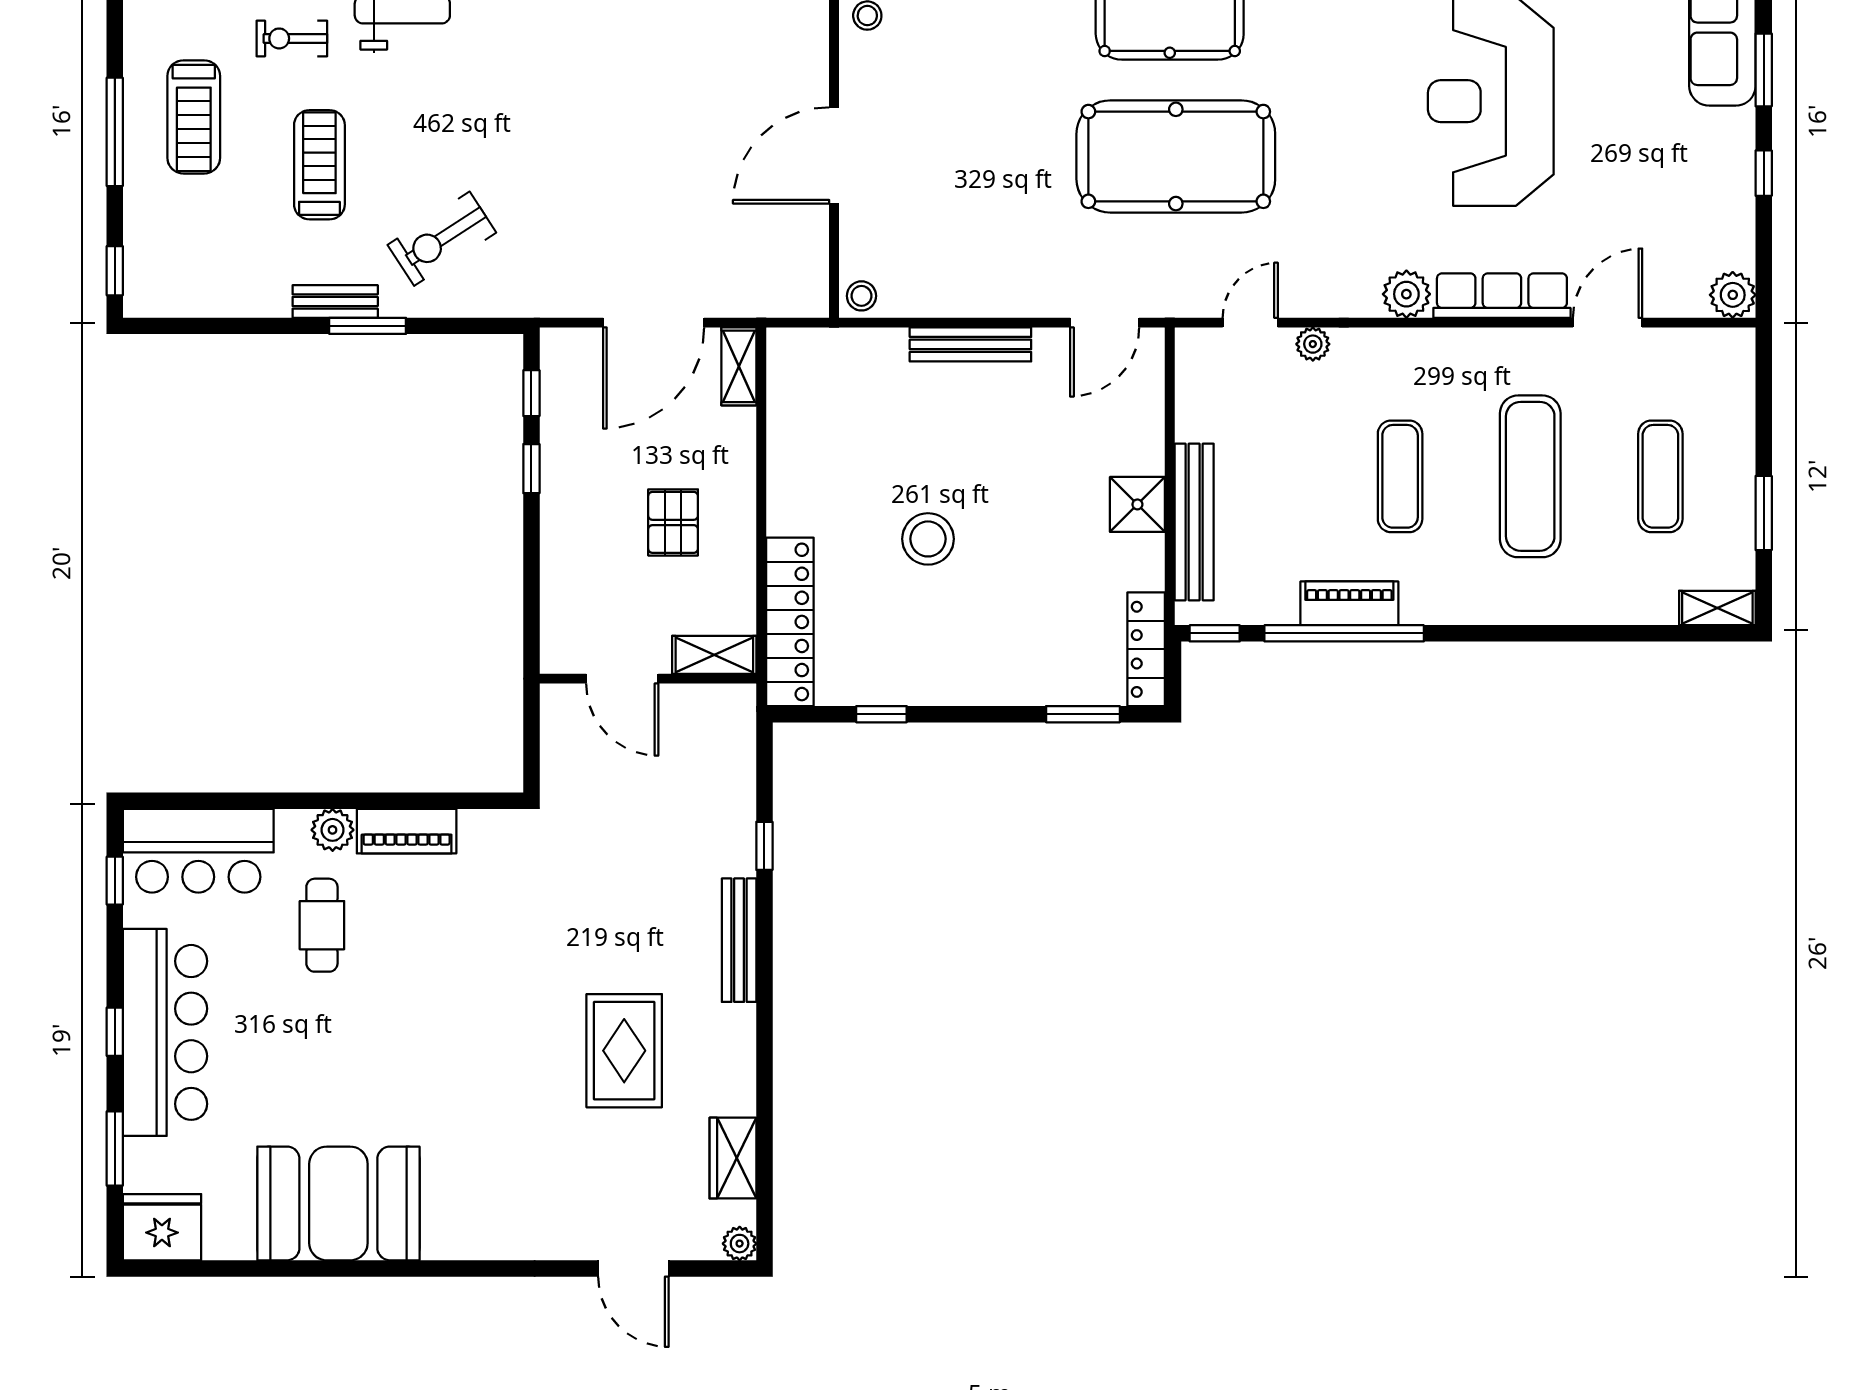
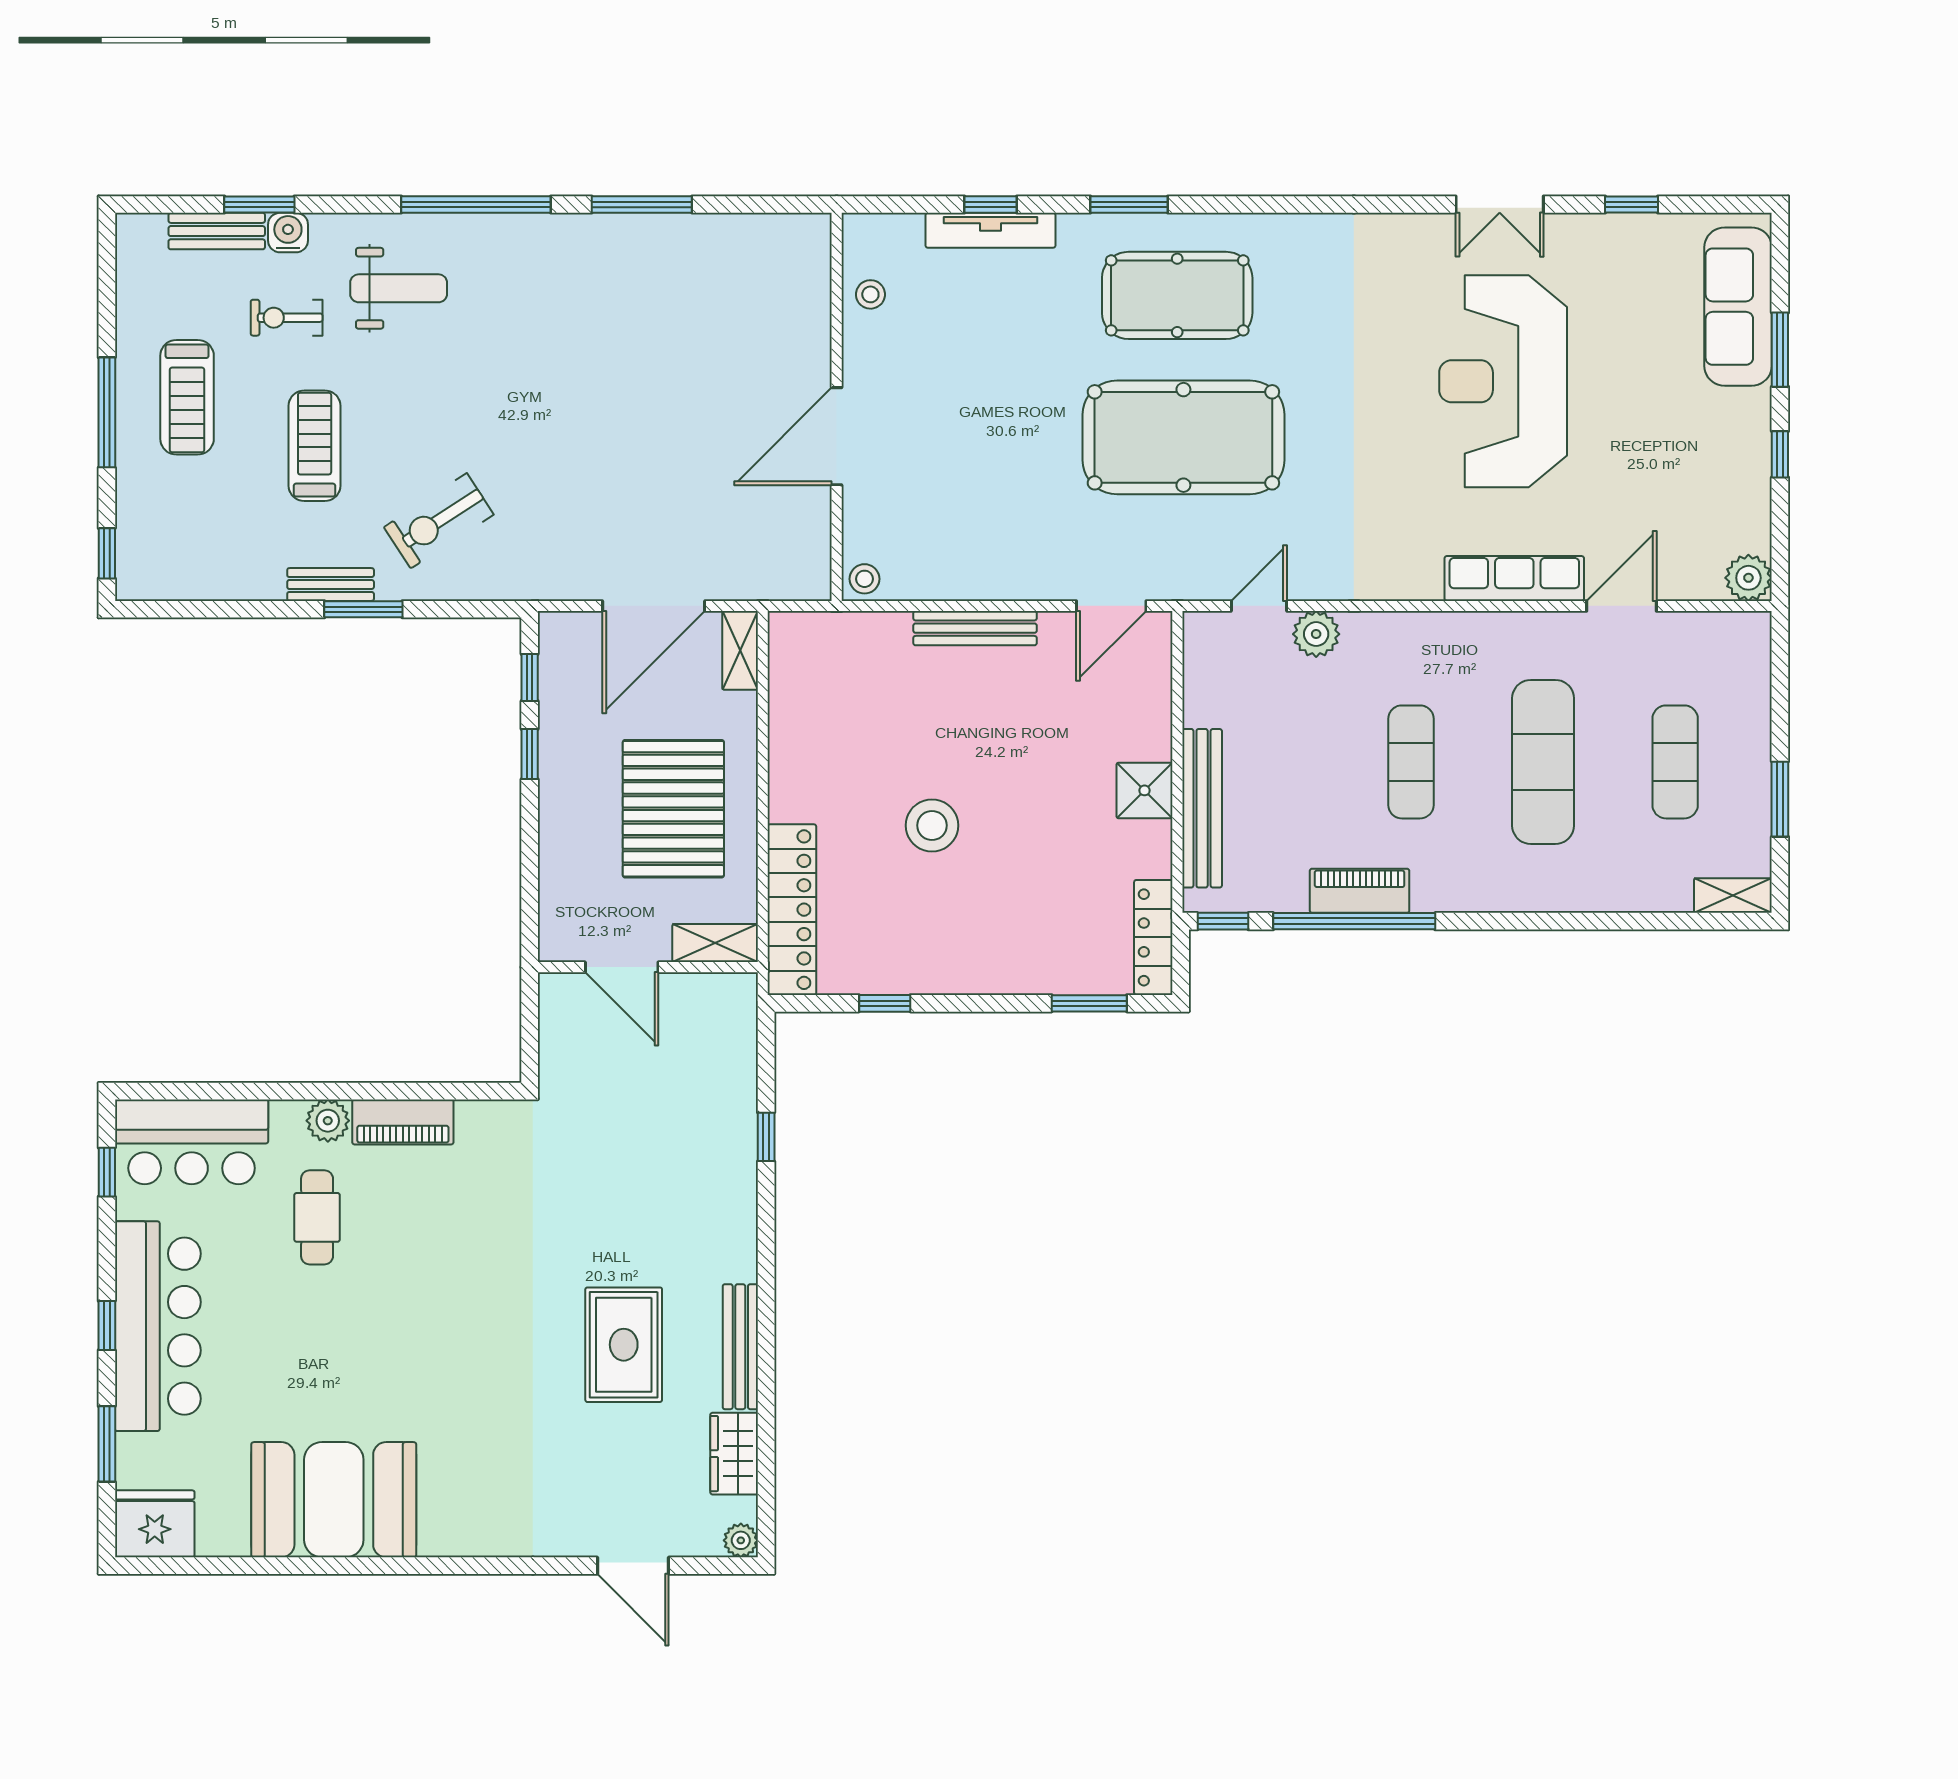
plant: (1406, 294) -> (1417, 577), removed
plant: (1313, 344) -> (1316, 634), width x1.38, depth x1.38
pallet: (673, 522) -> (673, 809), width x2.05, depth x2.00
bench: (739, 940) -> (740, 1347), moved

